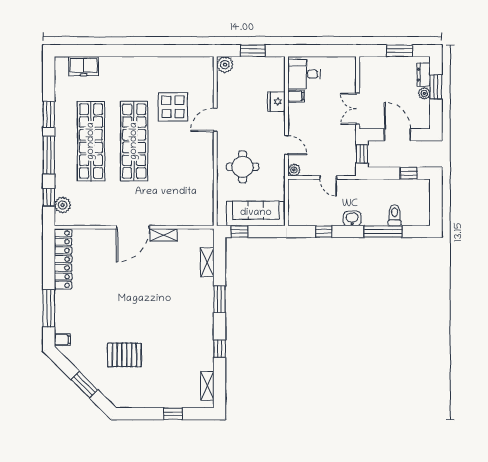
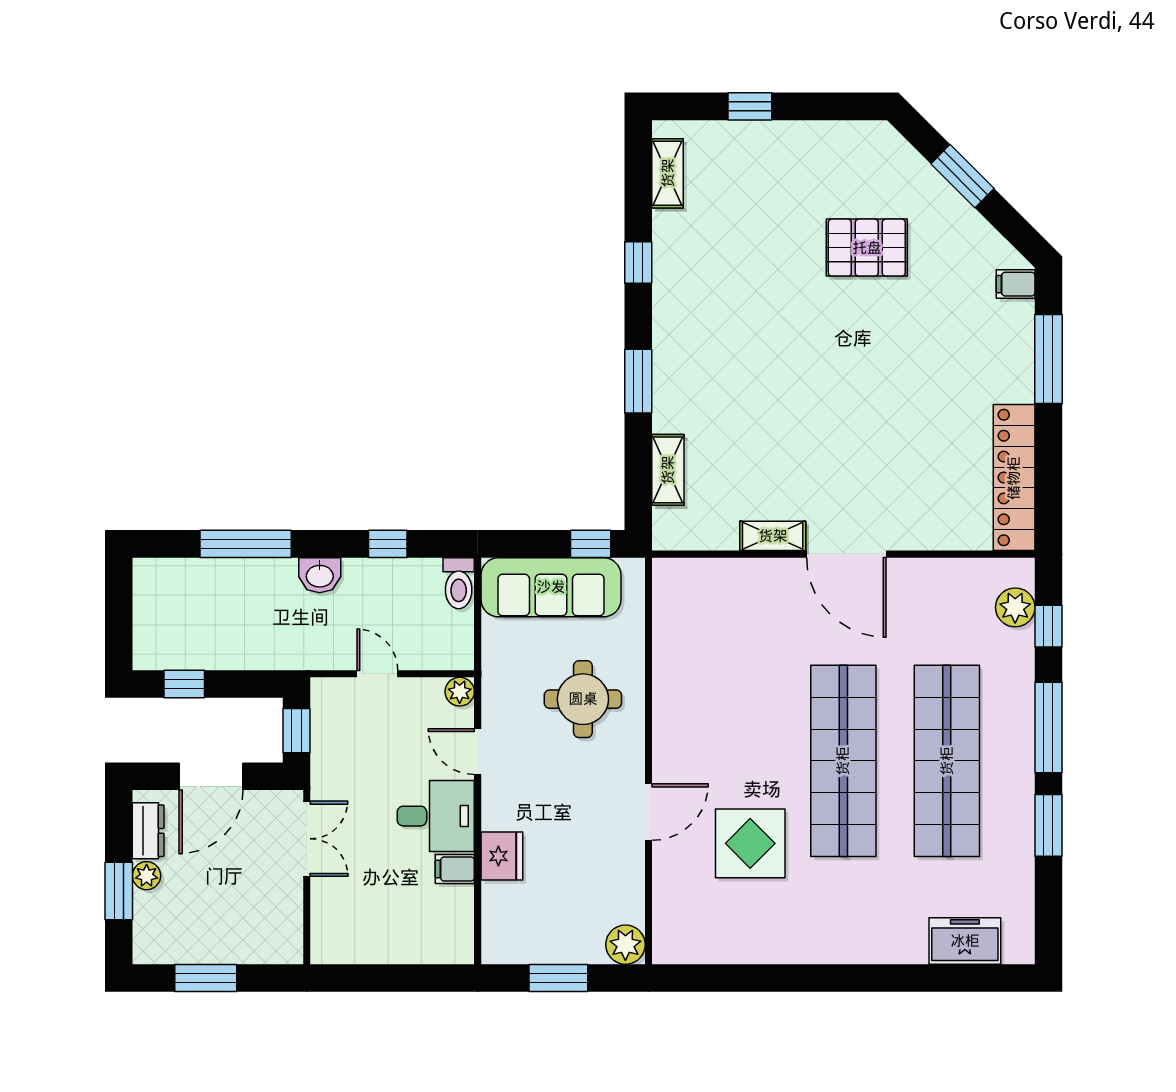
desk: (304, 74) -> (436, 816), moved
dresser: (424, 75) -> (148, 831), moved
door: (397, 135) -> (211, 776), hinge flipped
toilet: (395, 215) -> (459, 583), moved
door: (133, 227) -> (846, 554), swing flipped

